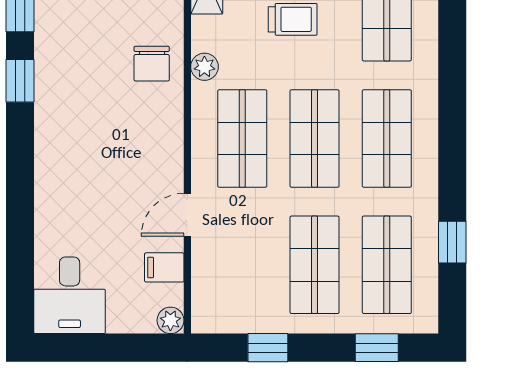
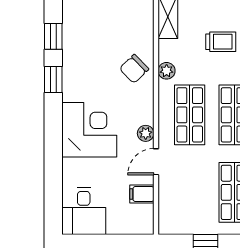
chair: (152, 64) -> (134, 69), turned 46
corner desk: (78, 163) -> (89, 130), added
plant: (170, 320) -> (146, 133), moved

